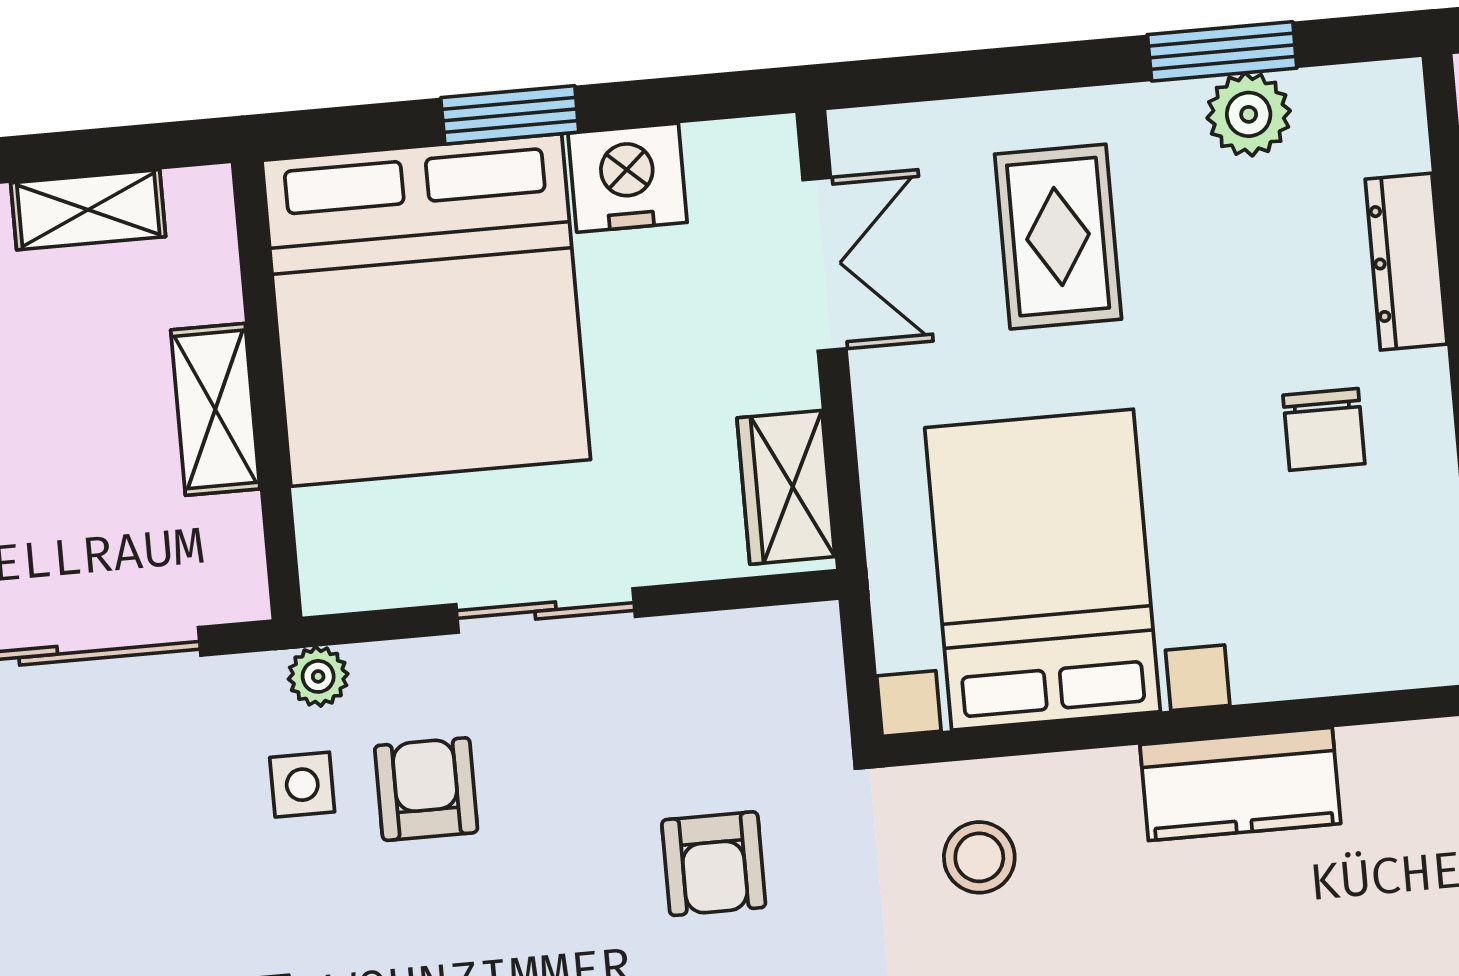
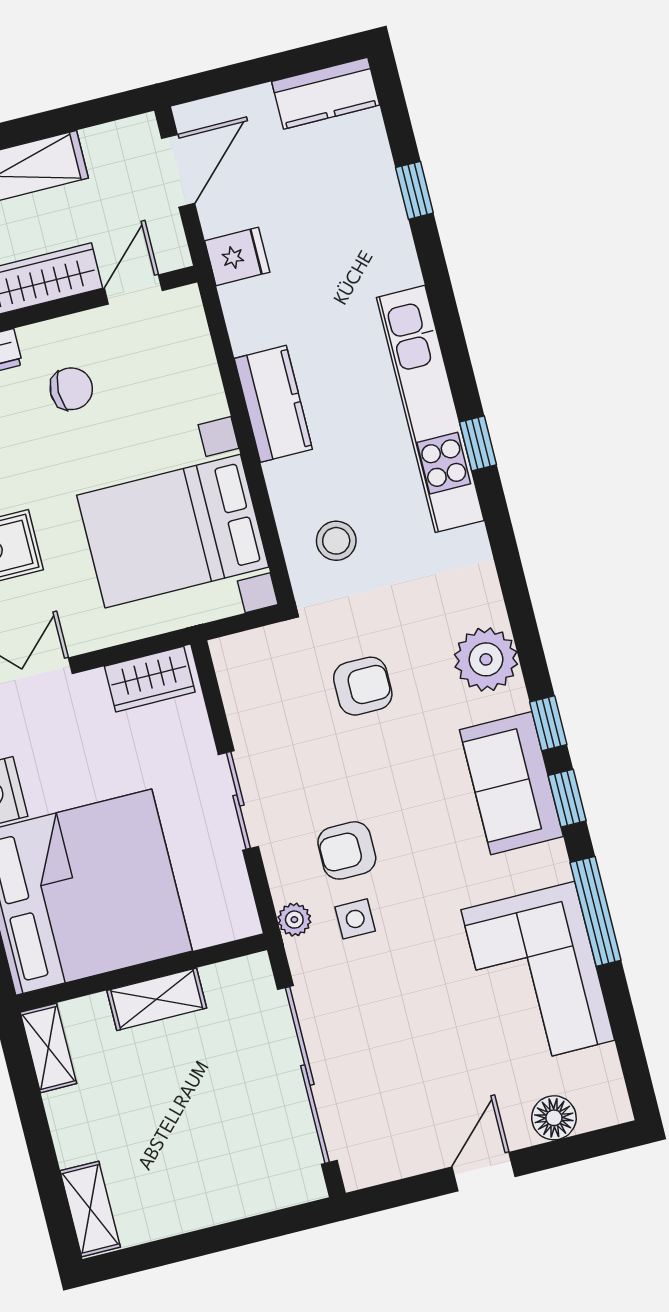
shelving: (88, 210) -> (48, 1048), moved

